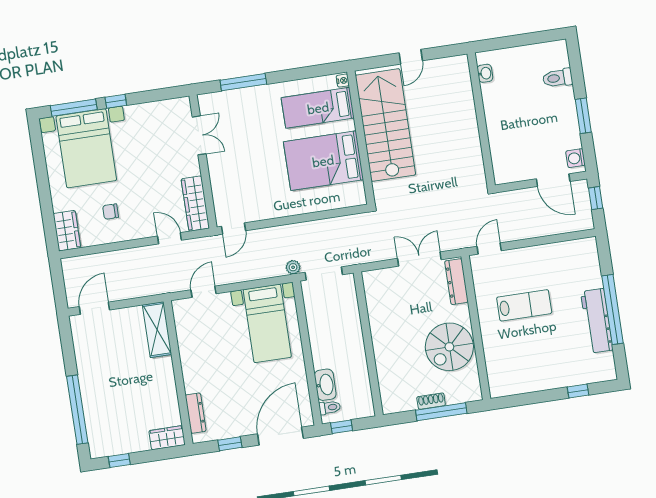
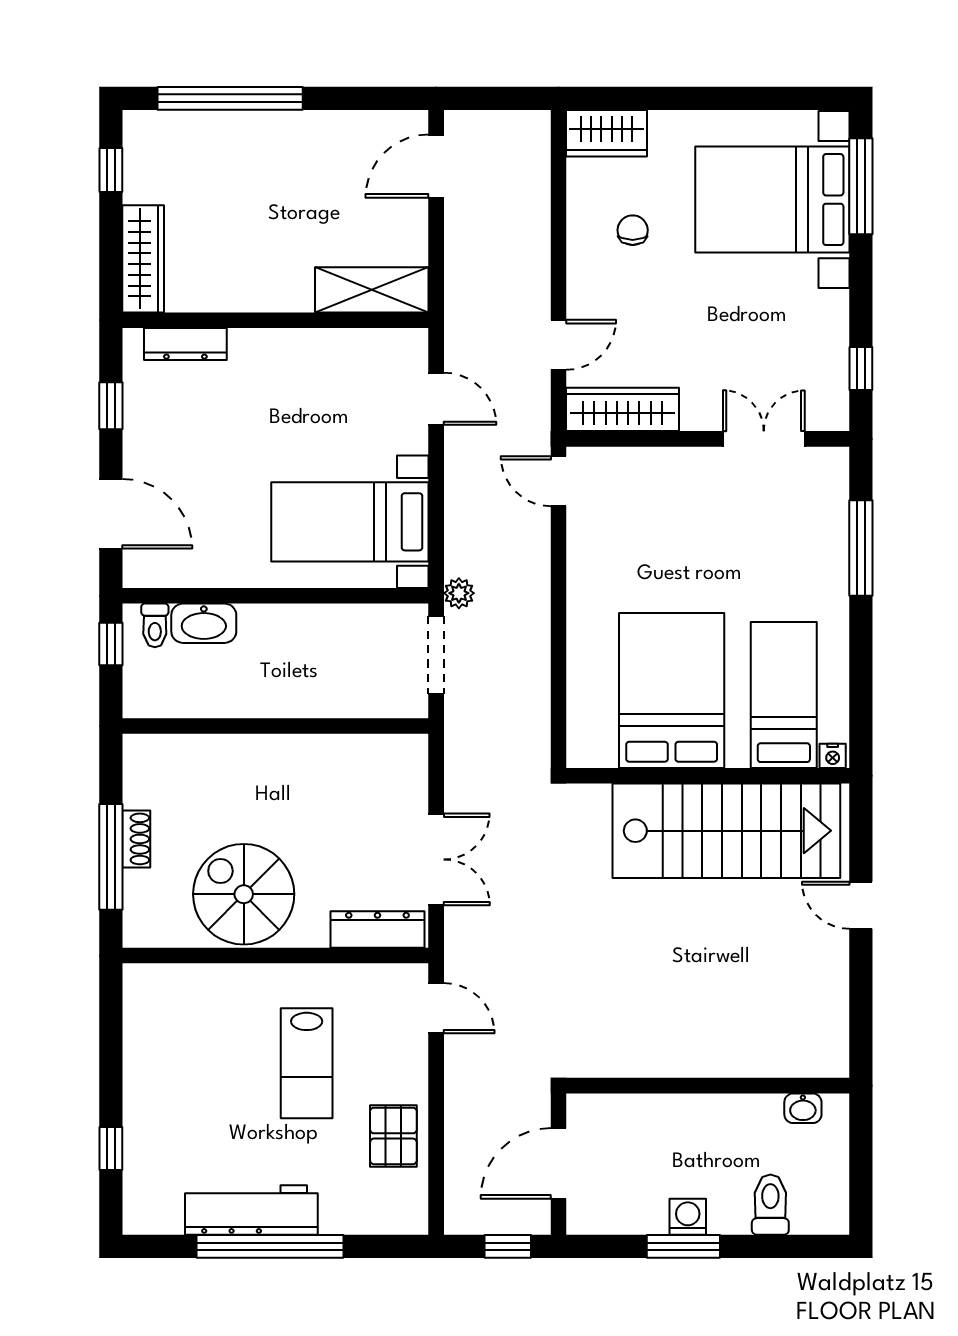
washbasin: (485, 73) -> (803, 1108), moved
window: (116, 101) -> (861, 369), moved
wall: (481, 119) -> (708, 1086), moved
double door: (199, 135) -> (764, 439), swing flipped
washing machine: (575, 158) -> (688, 1217), moved
pallet: (552, 260) -> (393, 1136), added
door: (94, 308) -> (436, 166), swing flipped
door: (280, 436) -> (111, 514), width x0.73
wardrobe: (167, 438) -> (143, 259), width x1.50

